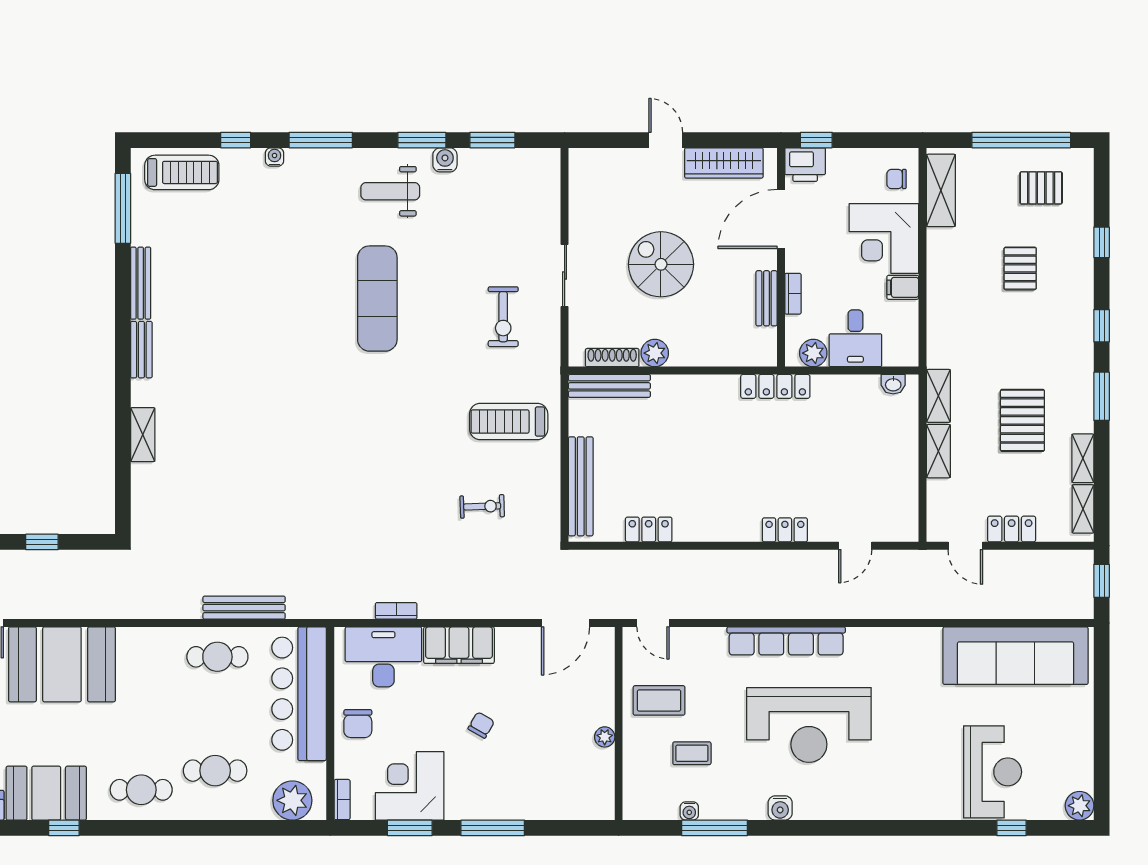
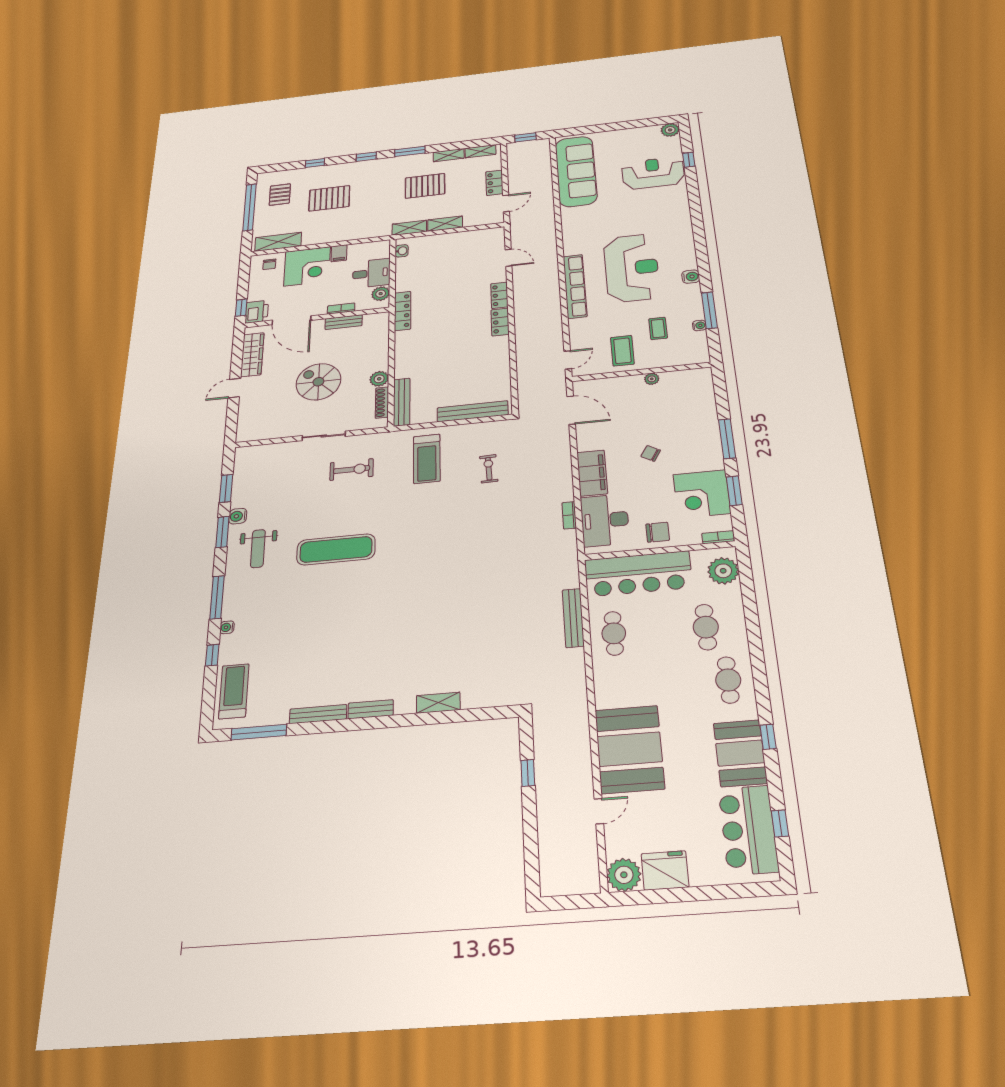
spiral stairs: (661, 264) -> (318, 382), turned 90
pallet: (1020, 268) -> (329, 198), width x1.50, depth x1.42
locker: (649, 529) -> (500, 322), moved

